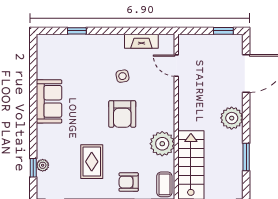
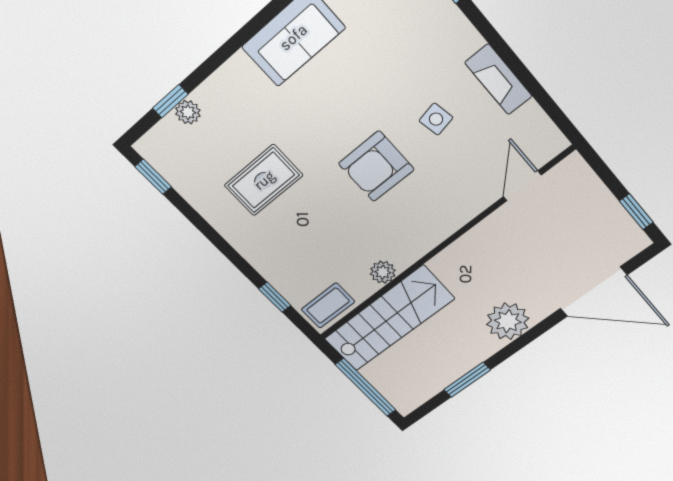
fireplace: (141, 41) -> (498, 80), moved
plant: (162, 144) -> (383, 272), width x0.53, depth x0.53
armchair: (129, 182) -> (284, 256), removed

